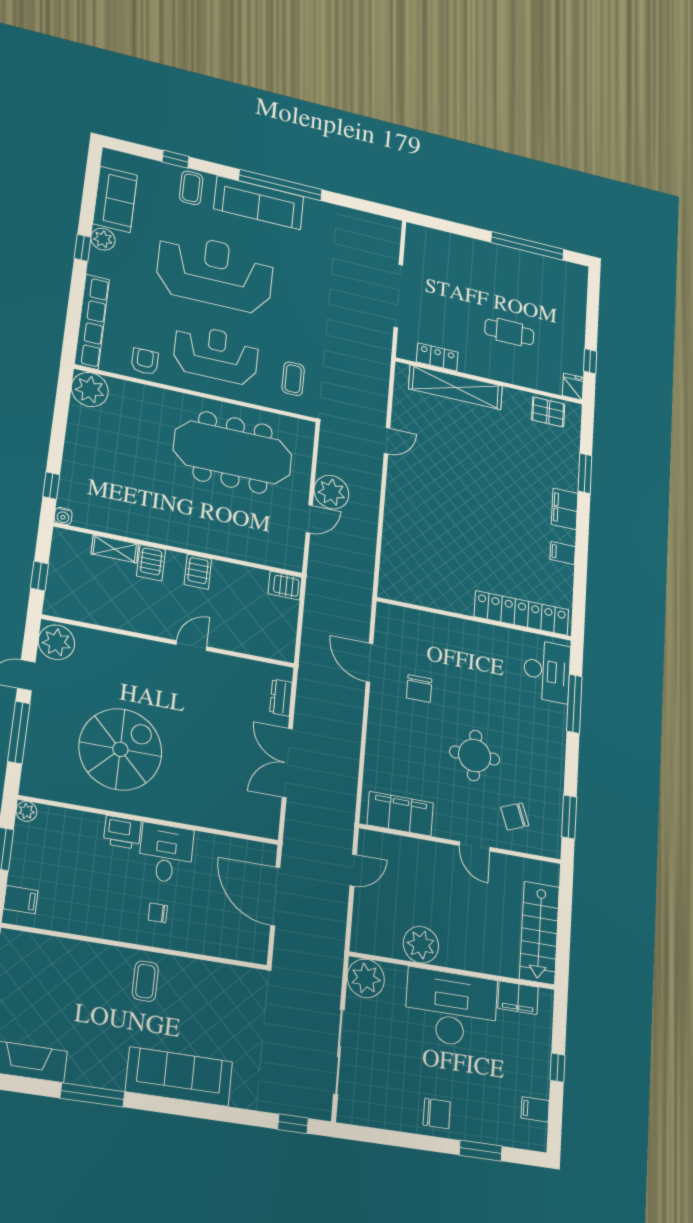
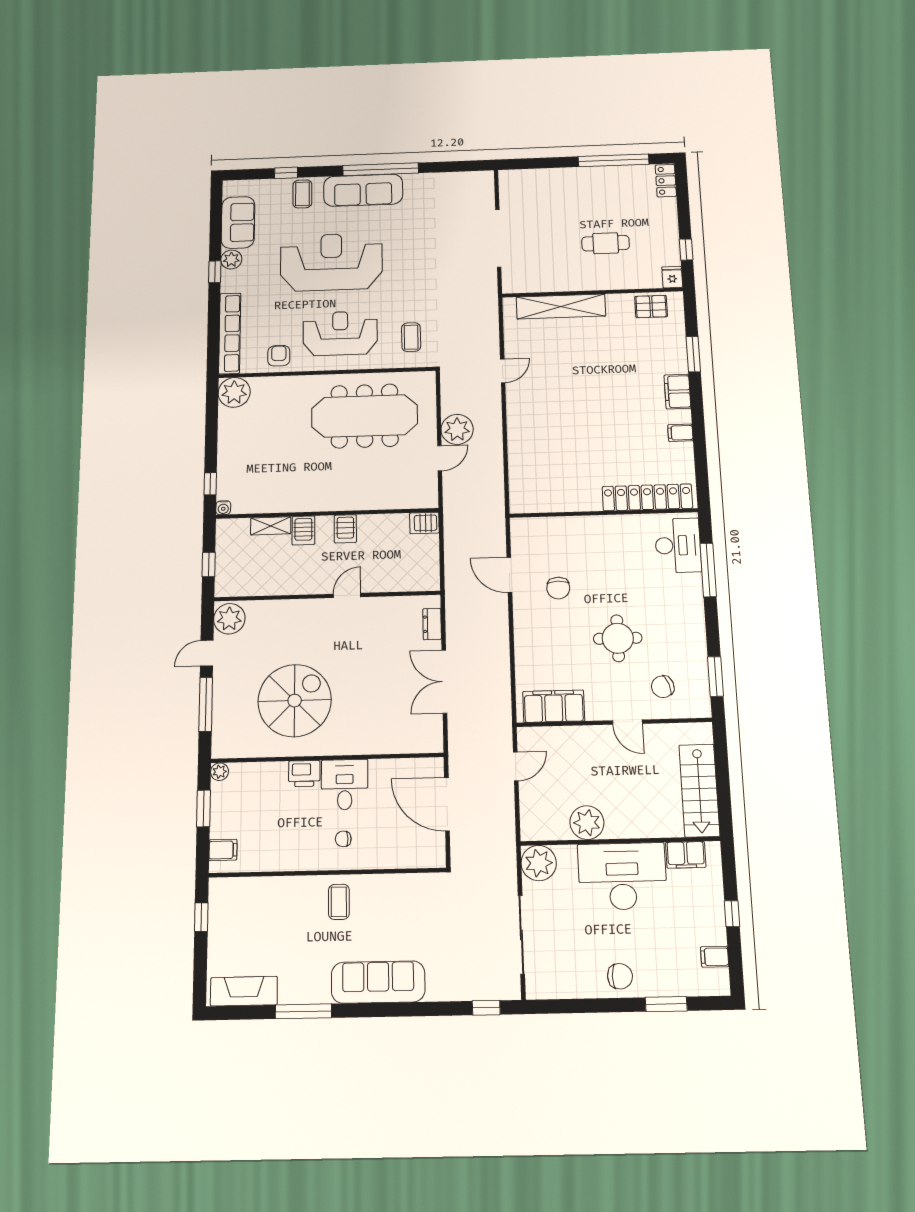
locker: (437, 357) -> (666, 181), moved, turned -90

